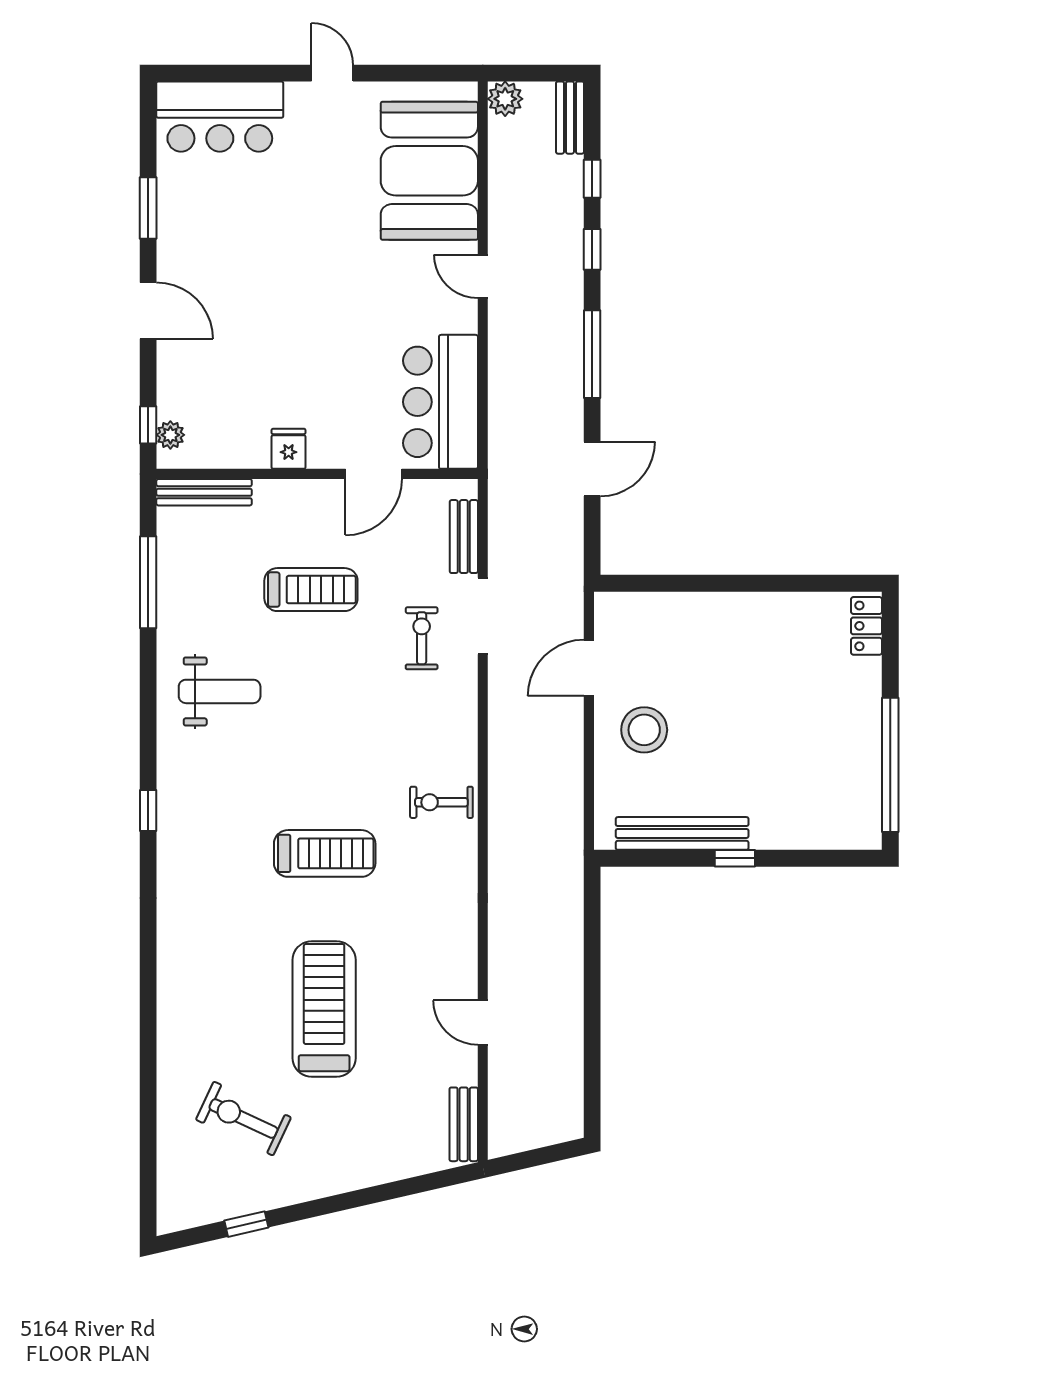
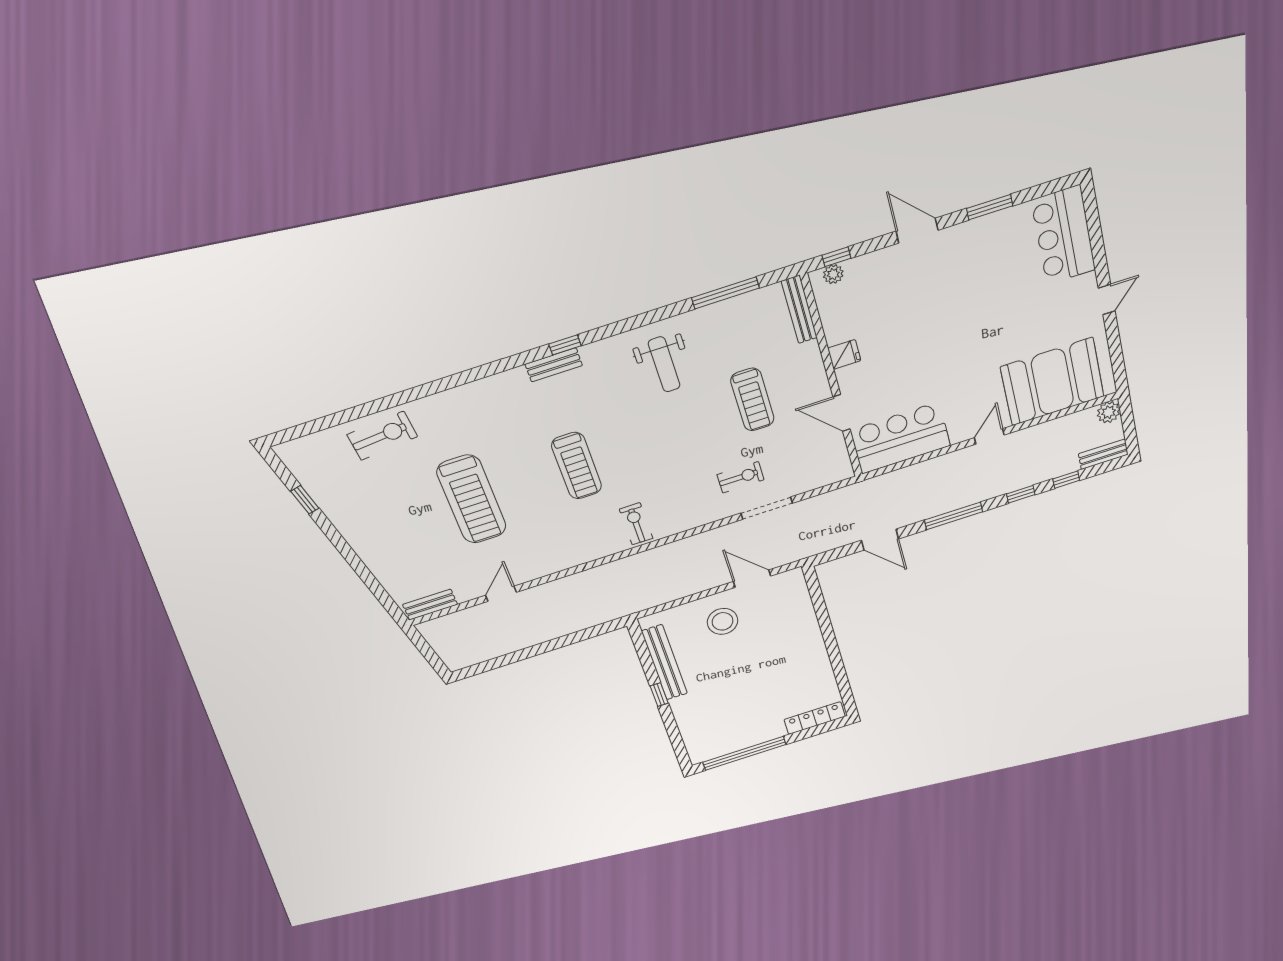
door: (148, 311) -> (917, 231), swing flipped
bench: (464, 537) -> (554, 365), moved
locker: (867, 626) -> (815, 718), width x1.53
treadmill: (324, 1009) -> (472, 499), turned 90
exercise bike: (243, 1119) -> (382, 436), moved, turned 60

